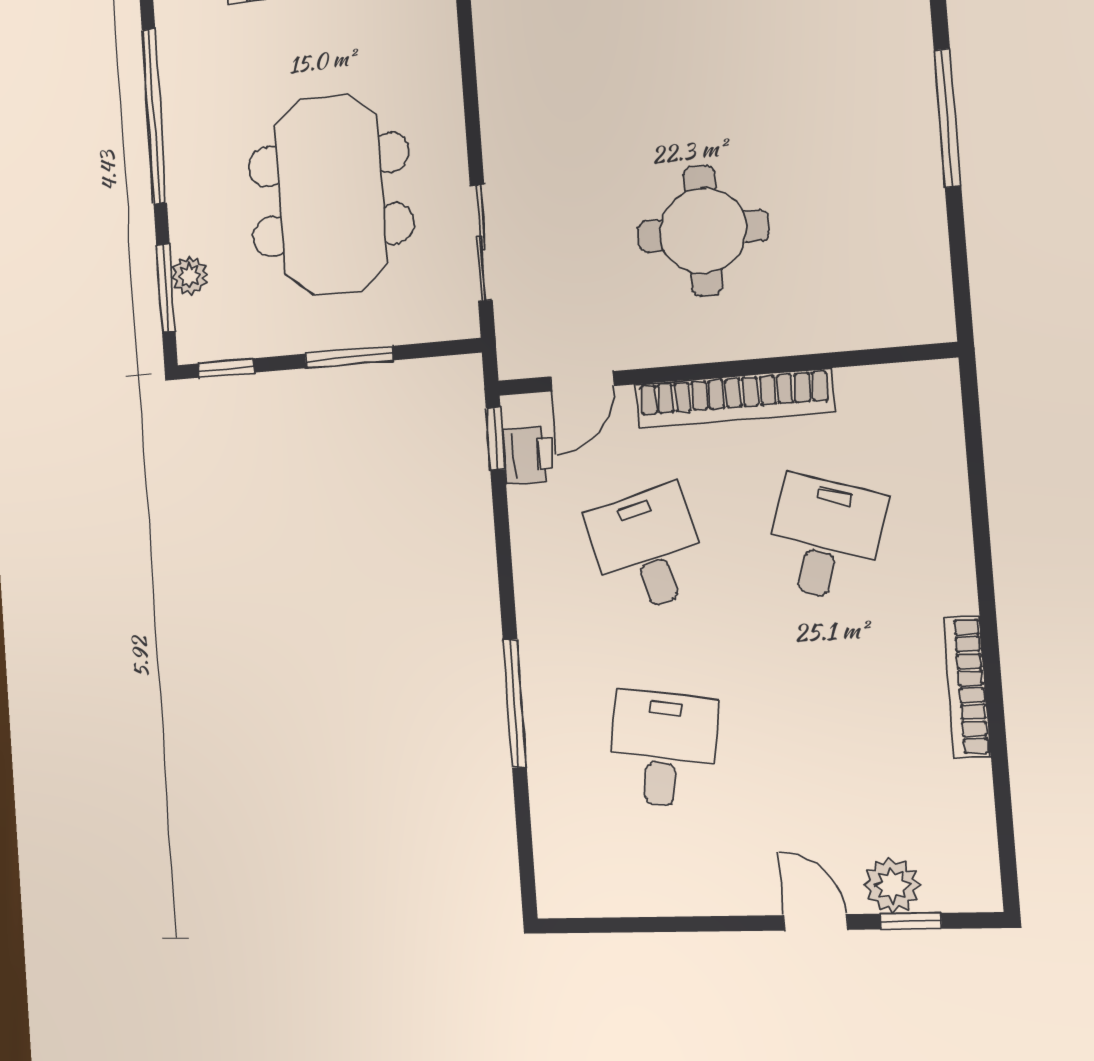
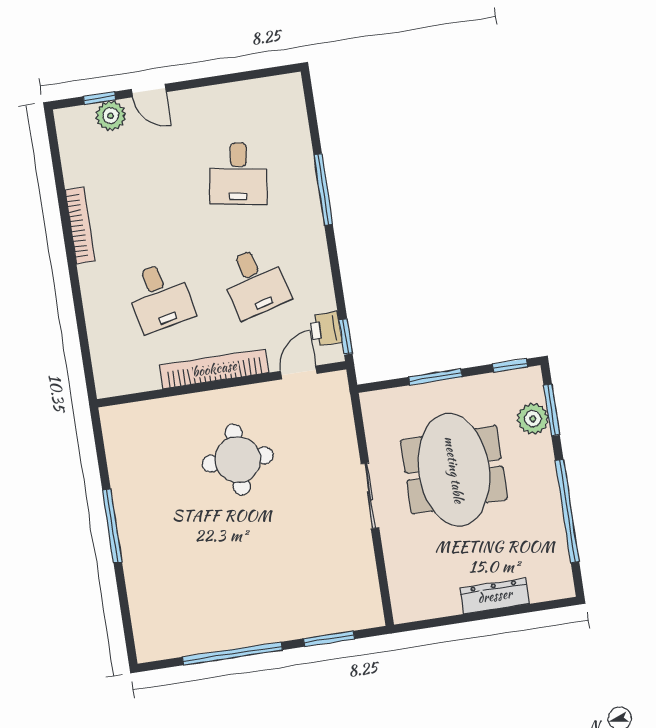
sliding door: (481, 243) -> (370, 496), moved
plant: (190, 276) -> (533, 419), width x1.38, depth x1.38
desk: (825, 538) -> (160, 297), turned -30

